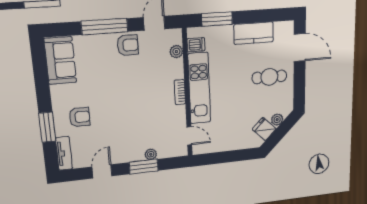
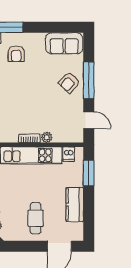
armchair: (128, 45) -> (69, 83), moved, turned 43
plant: (176, 52) -> (47, 137), moved

